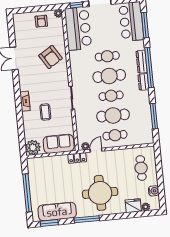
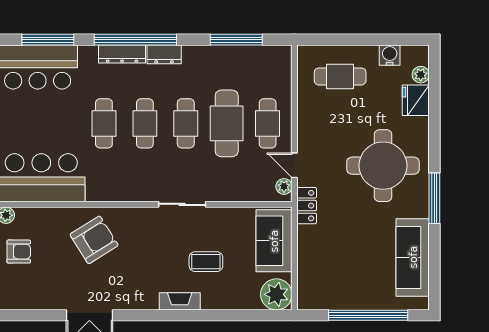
cafe table: (109, 76) -> (145, 123), width x0.73, depth x0.74
window: (49, 223) -> (434, 276), removed

